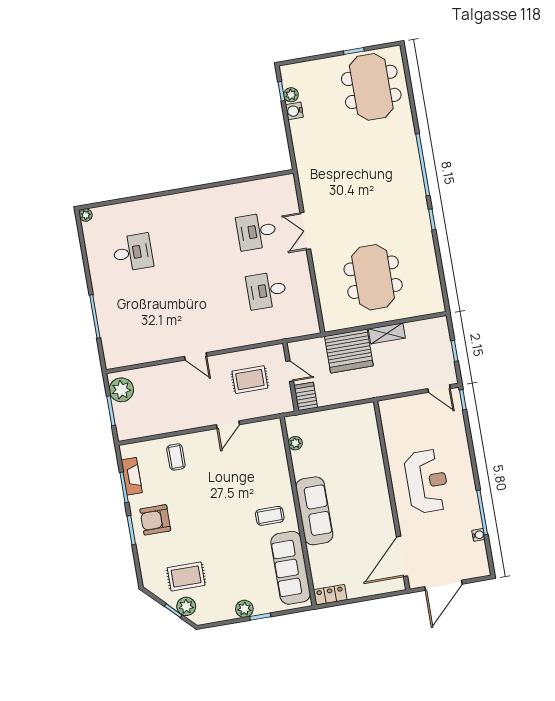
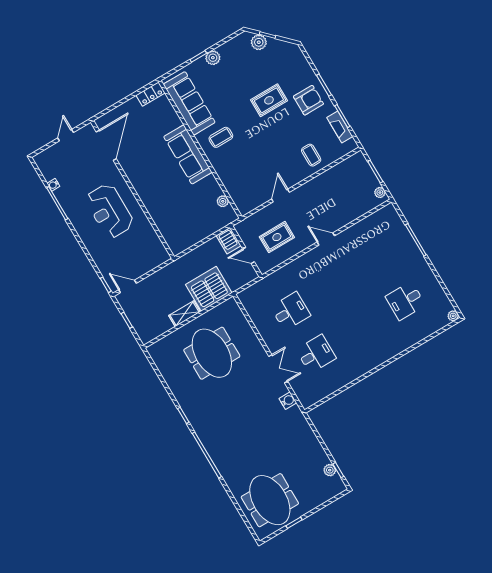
water cooler: (294, 111) -> (288, 401), moved
plant: (121, 390) -> (380, 193), width x0.53, depth x0.53
rug: (186, 576) -> (269, 100), moved
door: (443, 585) -> (66, 135), width x0.53

